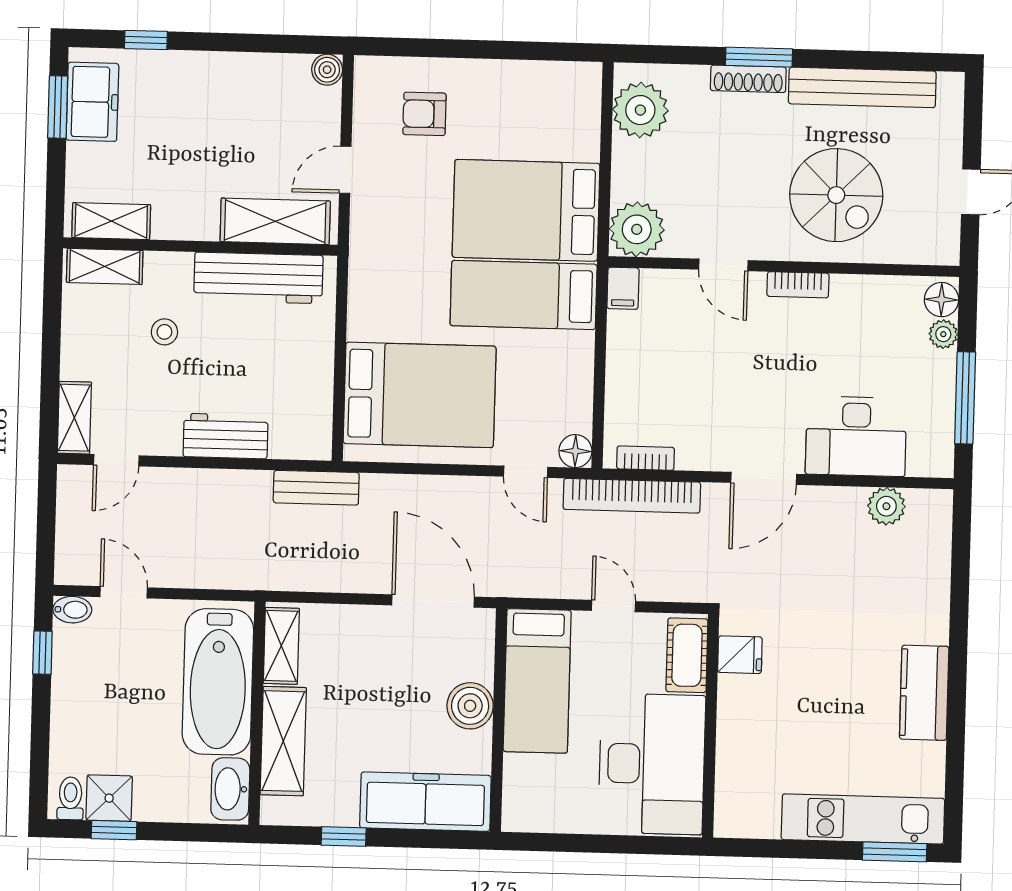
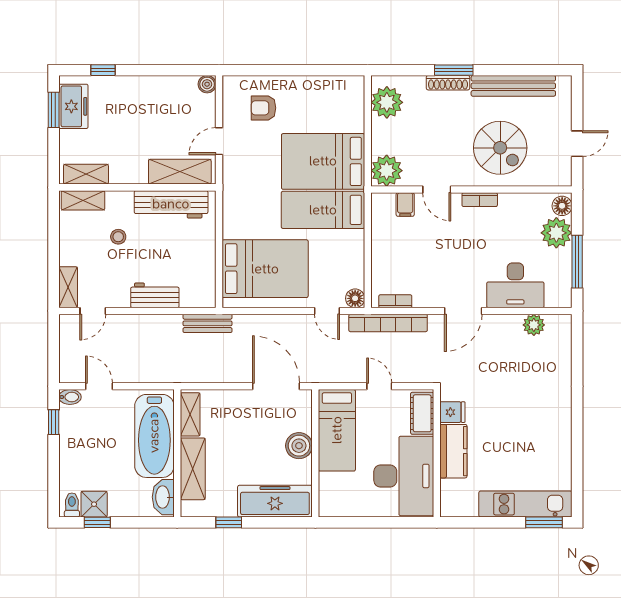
filing cabinet: (623, 288) -> (405, 204), moved
plant: (943, 334) -> (556, 233), width x1.87, depth x1.87
kitchen counter: (924, 693) -> (453, 451), moved, turned 180

